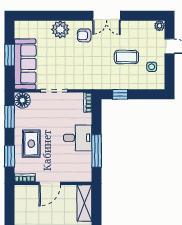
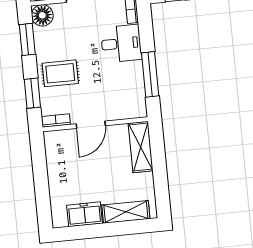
desk: (78, 138) -> (121, 43), moved
rug: (31, 144) -> (60, 73), turned 90

